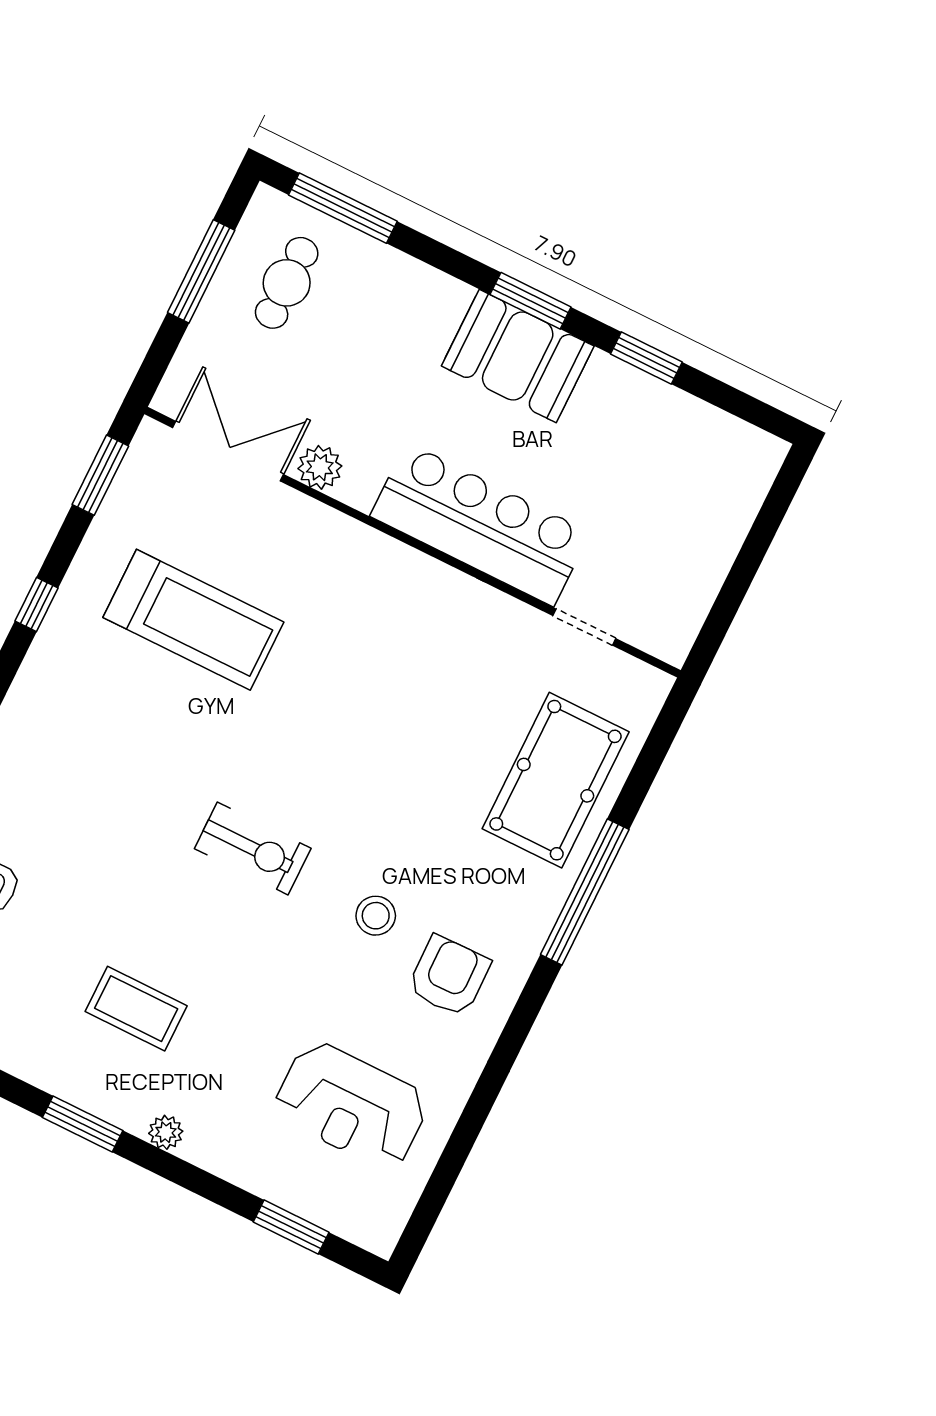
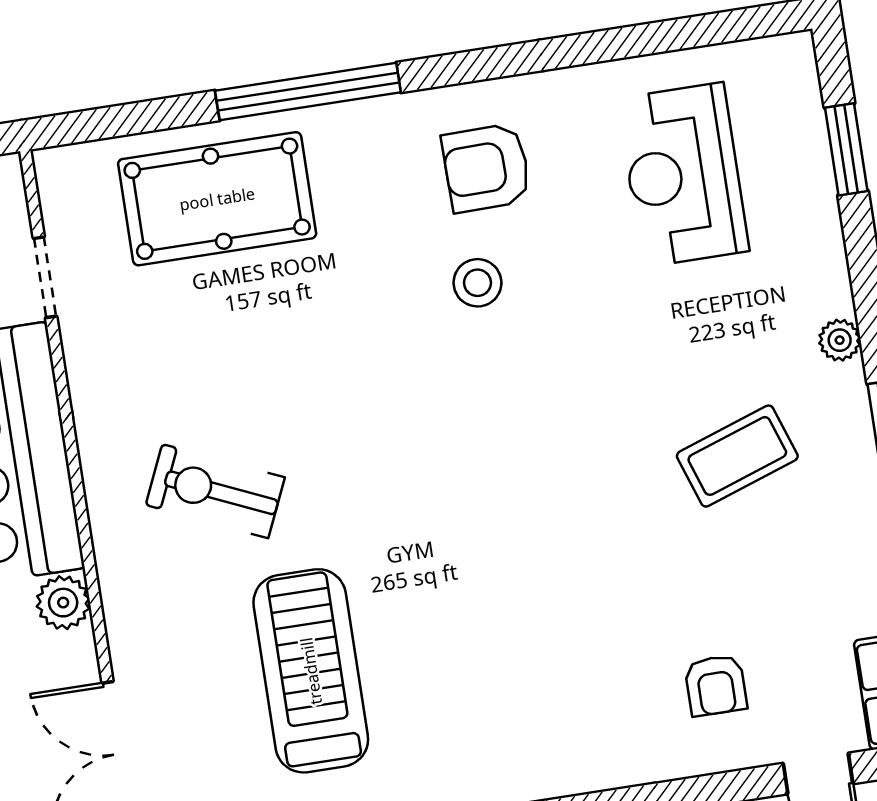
plant: (320, 467) -> (63, 603), moved
exercise bike: (253, 848) -> (215, 491), moved, turned -66
coffee table: (136, 1009) -> (737, 456), turned 71
reception desk: (351, 1105) -> (683, 175), turned 180

